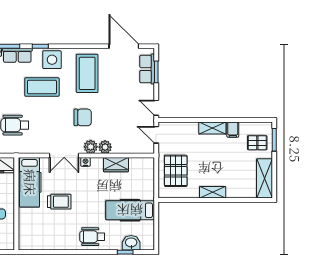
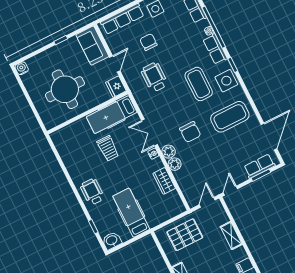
shelving: (212, 128) -> (231, 236), moved
washbasin: (131, 243) -> (112, 241), moved, turned -90

